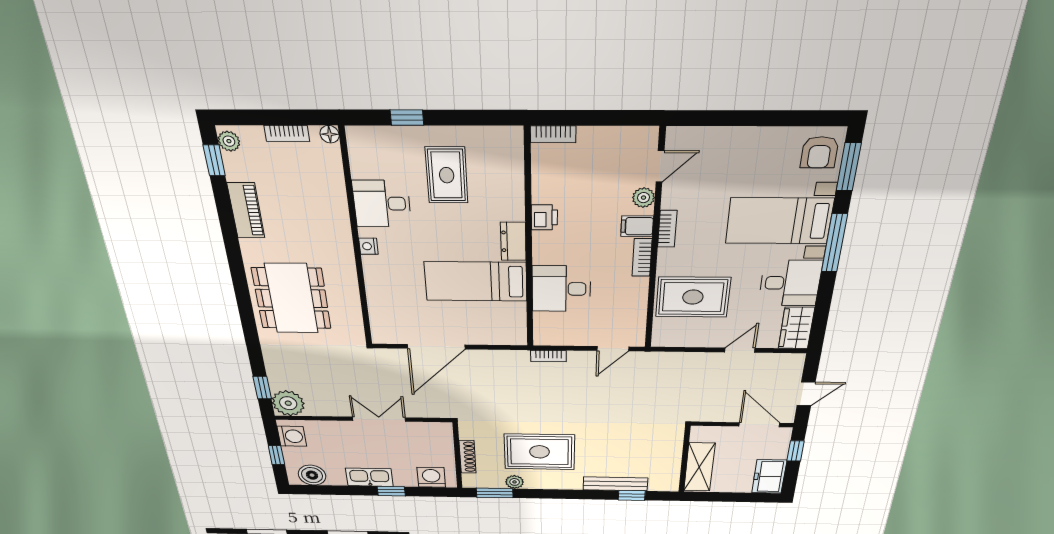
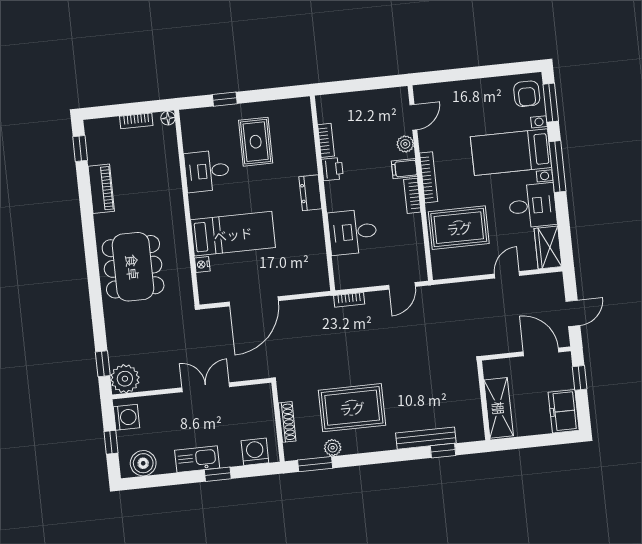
bookcase: (553, 134) -> (326, 140), moved, turned -90
plant: (229, 141) -> (93, 132), removed
bookcase: (667, 229) -> (429, 177), width x1.56
nightstand: (368, 246) -> (202, 264), moved
bed: (476, 281) -> (233, 234), moved, turned 180

